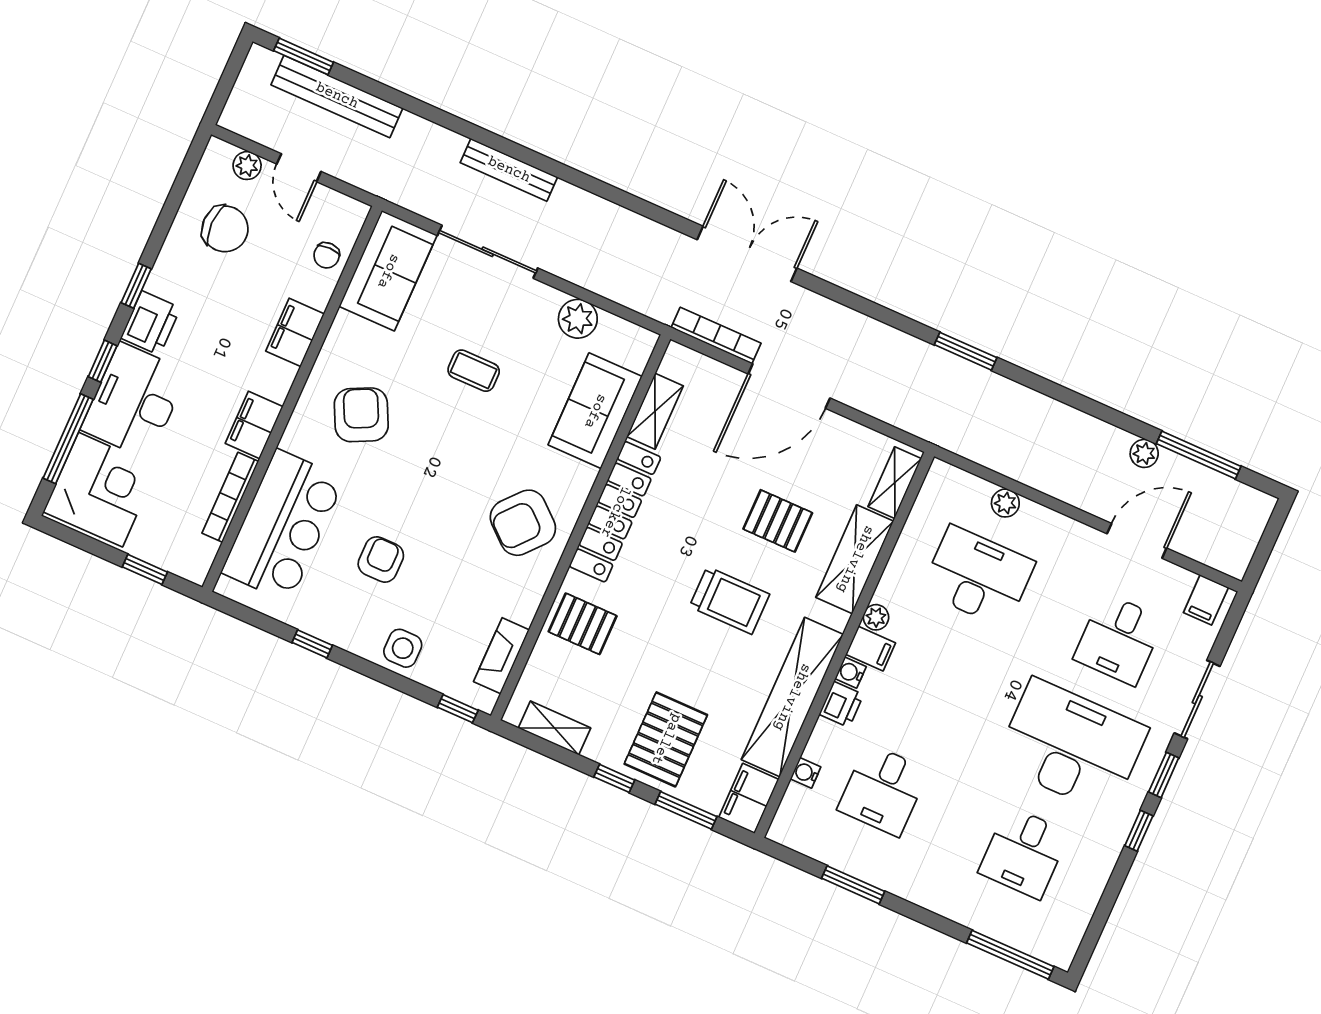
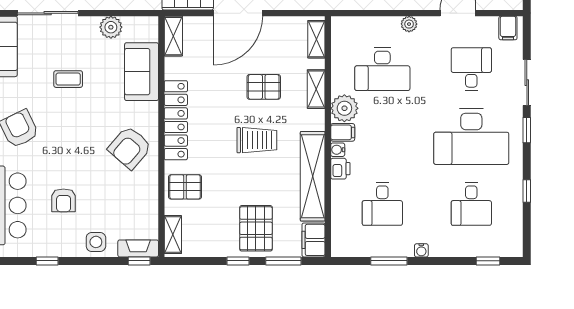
shelving: (655, 411) -> (173, 36), moved
plant: (1005, 503) -> (409, 24), moved
armchair: (381, 559) -> (64, 200), turned 180
shelving: (855, 559) -> (316, 89), width x0.67, depth x0.75
desk: (978, 576) -> (382, 69), turned 180
plant: (876, 617) -> (344, 108), width x1.88, depth x1.88
desk: (1119, 639) -> (471, 69), turned 180
fireplace: (501, 656) -> (138, 248), moved, turned 90
shelving: (555, 728) -> (173, 235), moved, turned 90
desk: (1071, 746) -> (471, 137), turned 180
water cooler: (806, 773) -> (421, 250), moved, turned -90
window: (1139, 831) -> (527, 191), moved
window: (1010, 955) -> (488, 261), width x0.46

